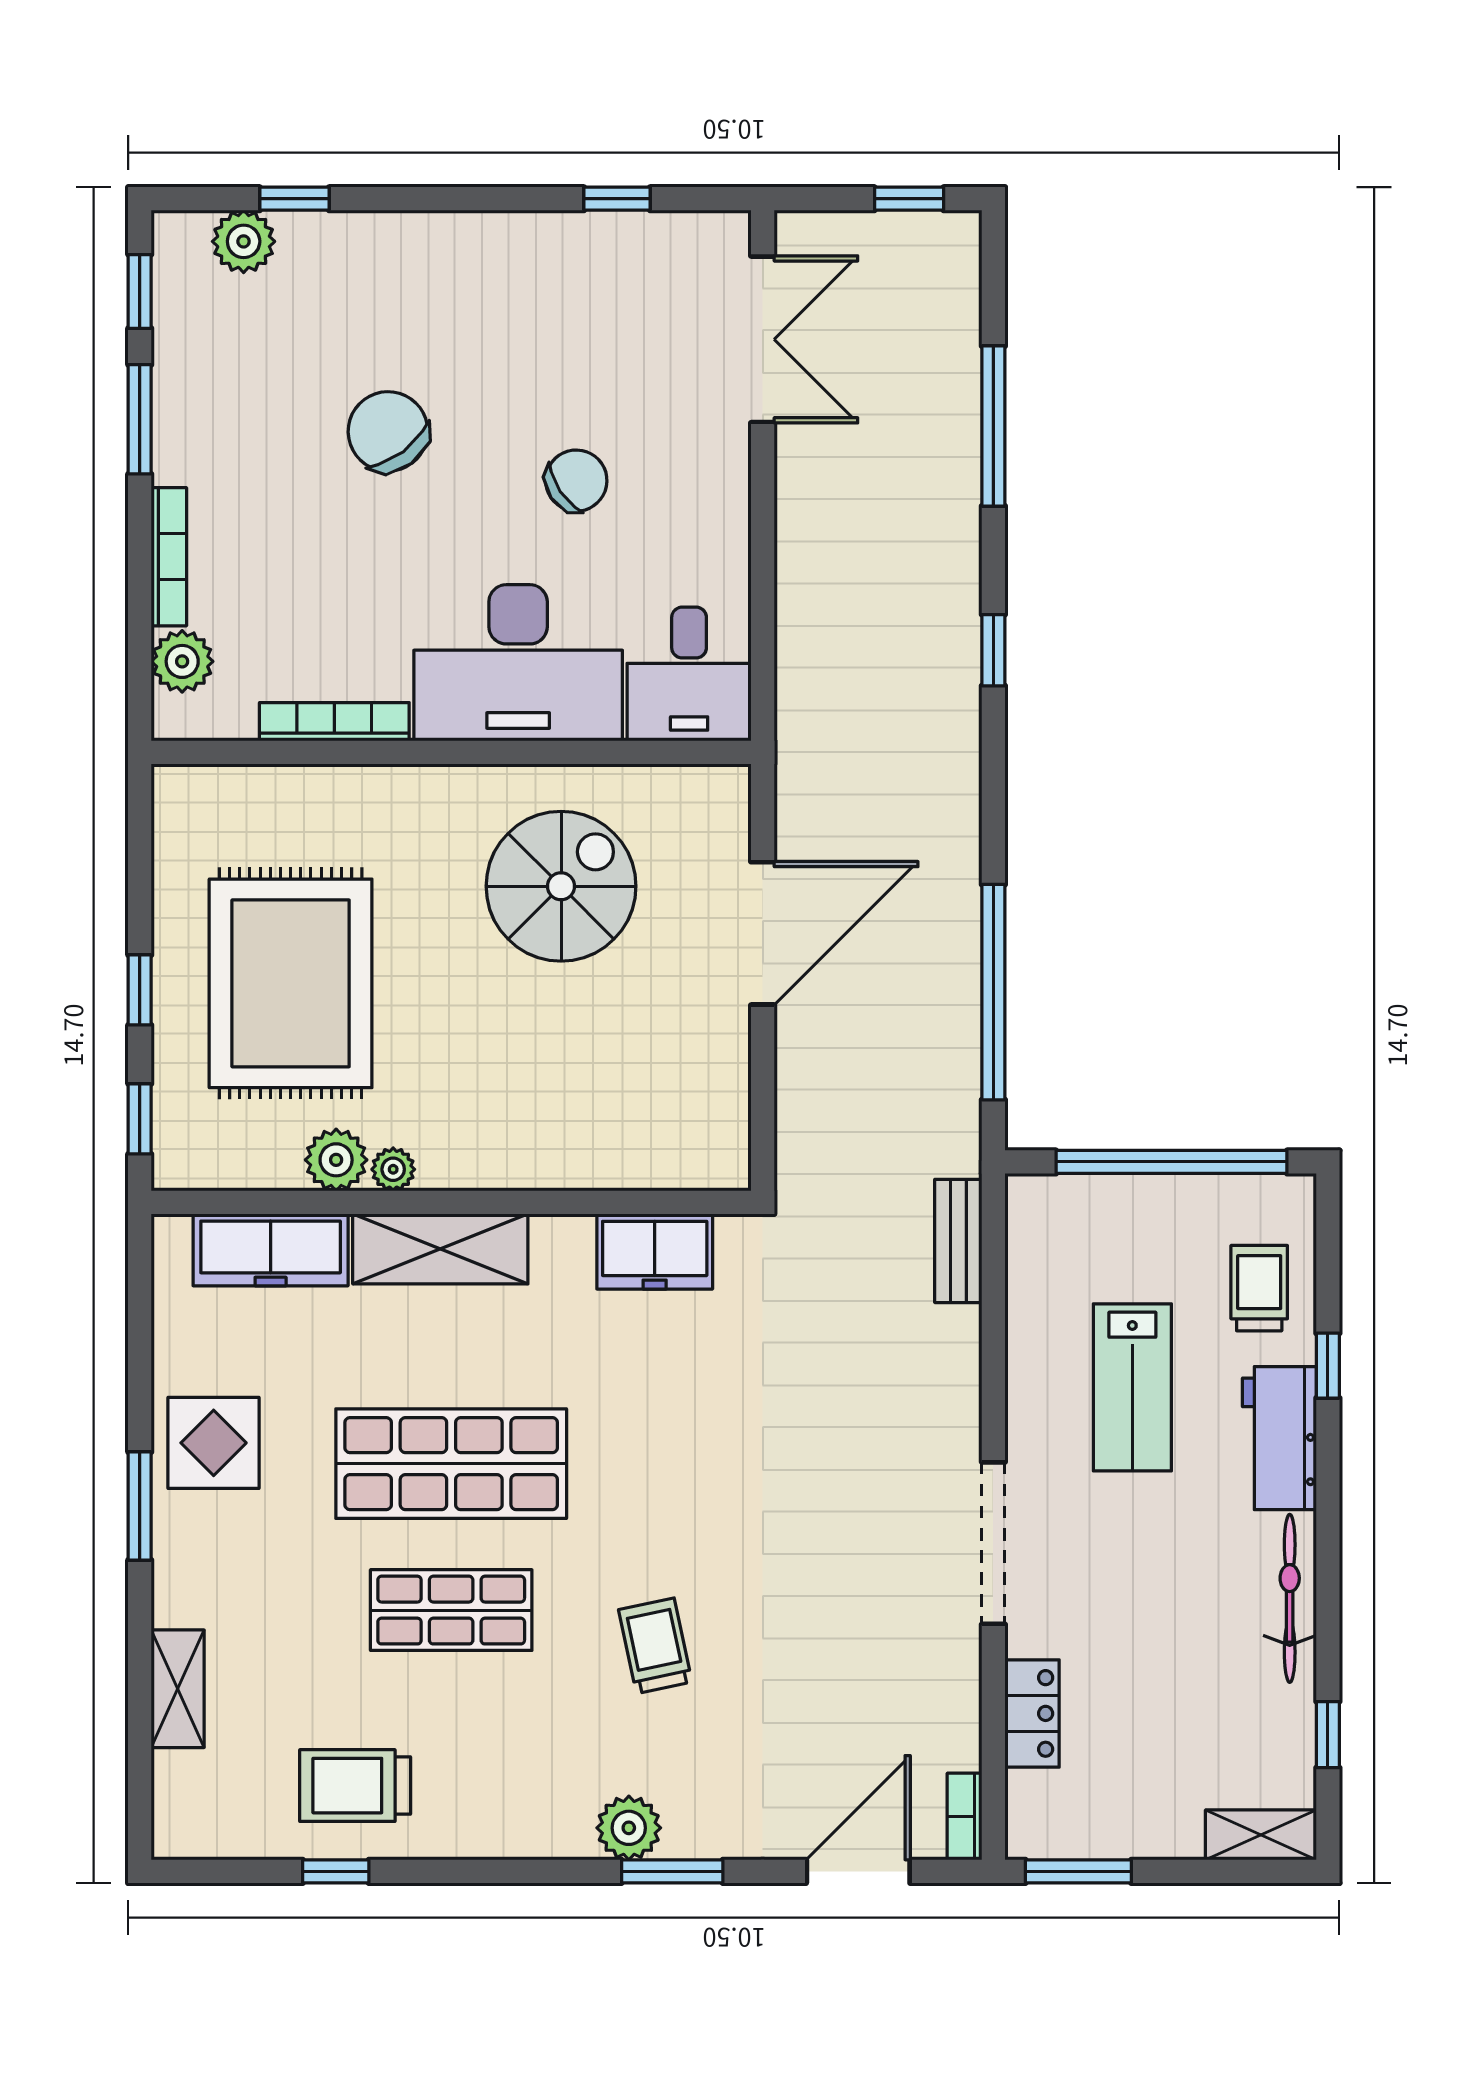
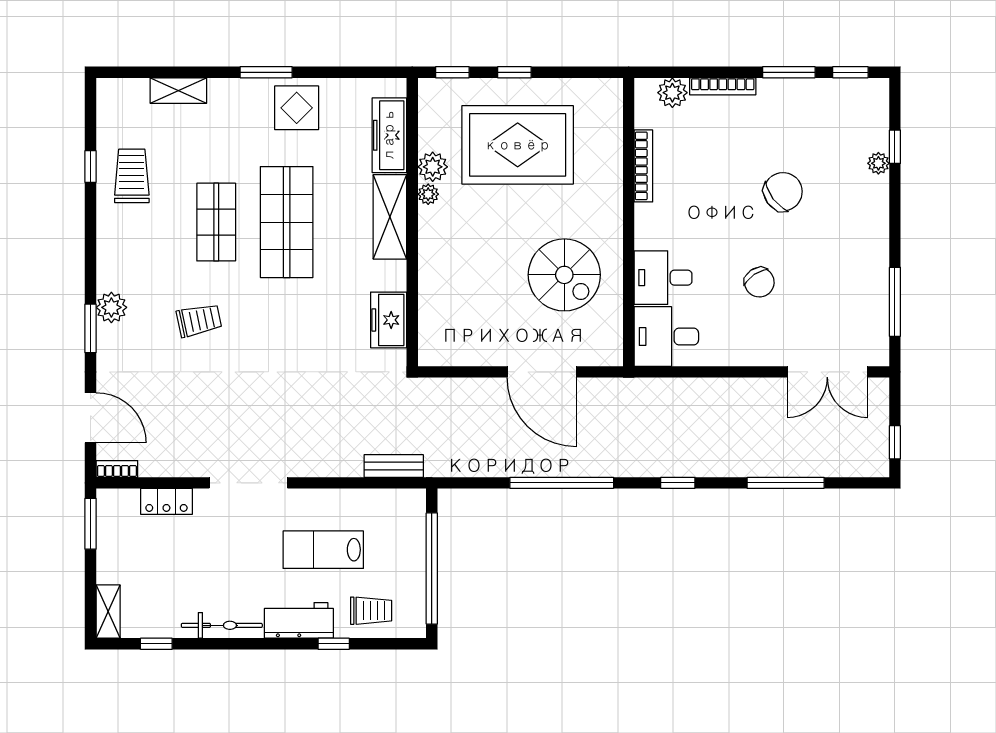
window: (617, 199) -> (895, 302), width x2.17
plant: (244, 241) -> (878, 163), moved, width x0.73, depth x0.73
desk: (518, 663) -> (663, 278), width x0.53, depth x0.77
window: (993, 992) -> (562, 483), moved

